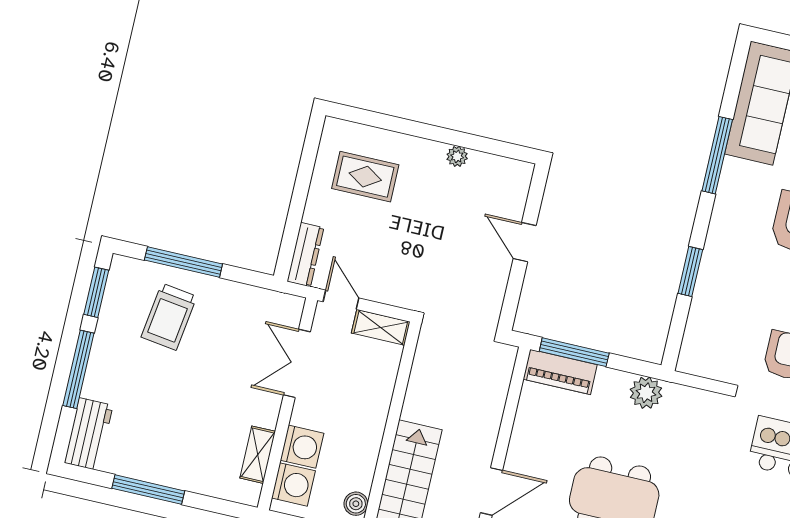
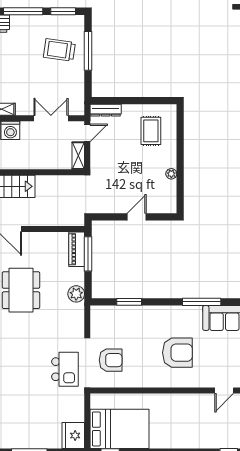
window: (690, 272) -> (129, 302), moved

